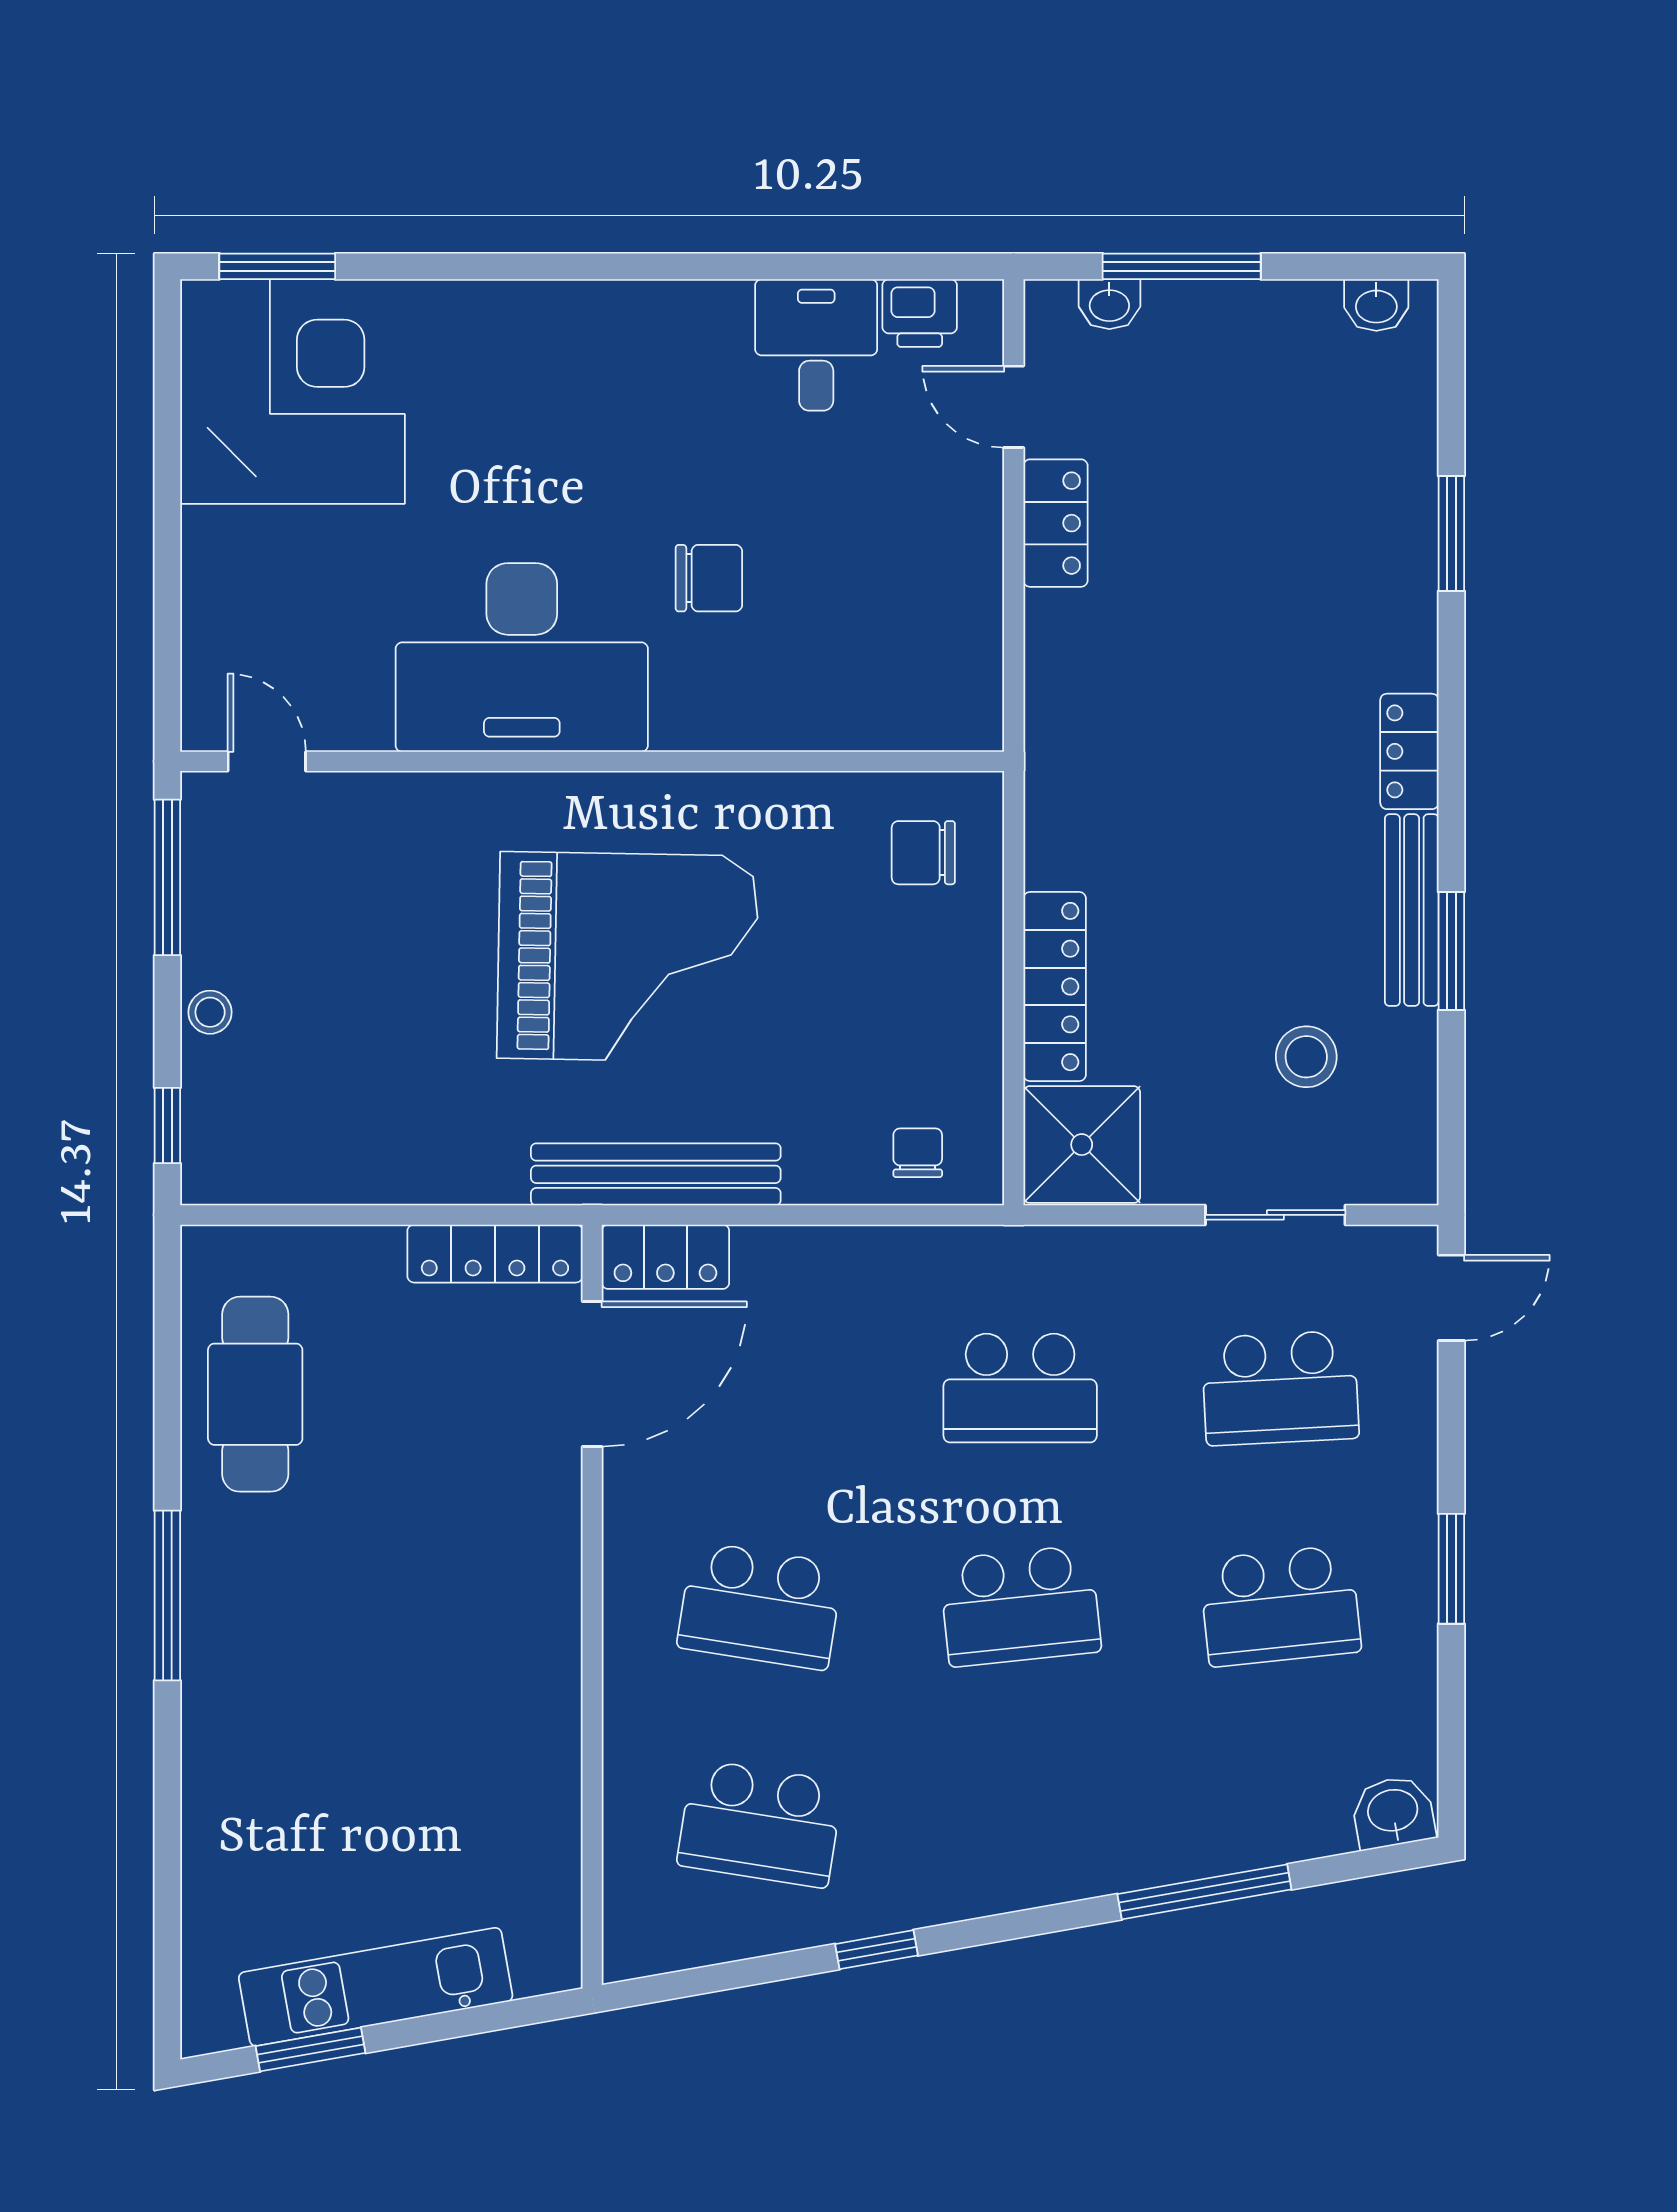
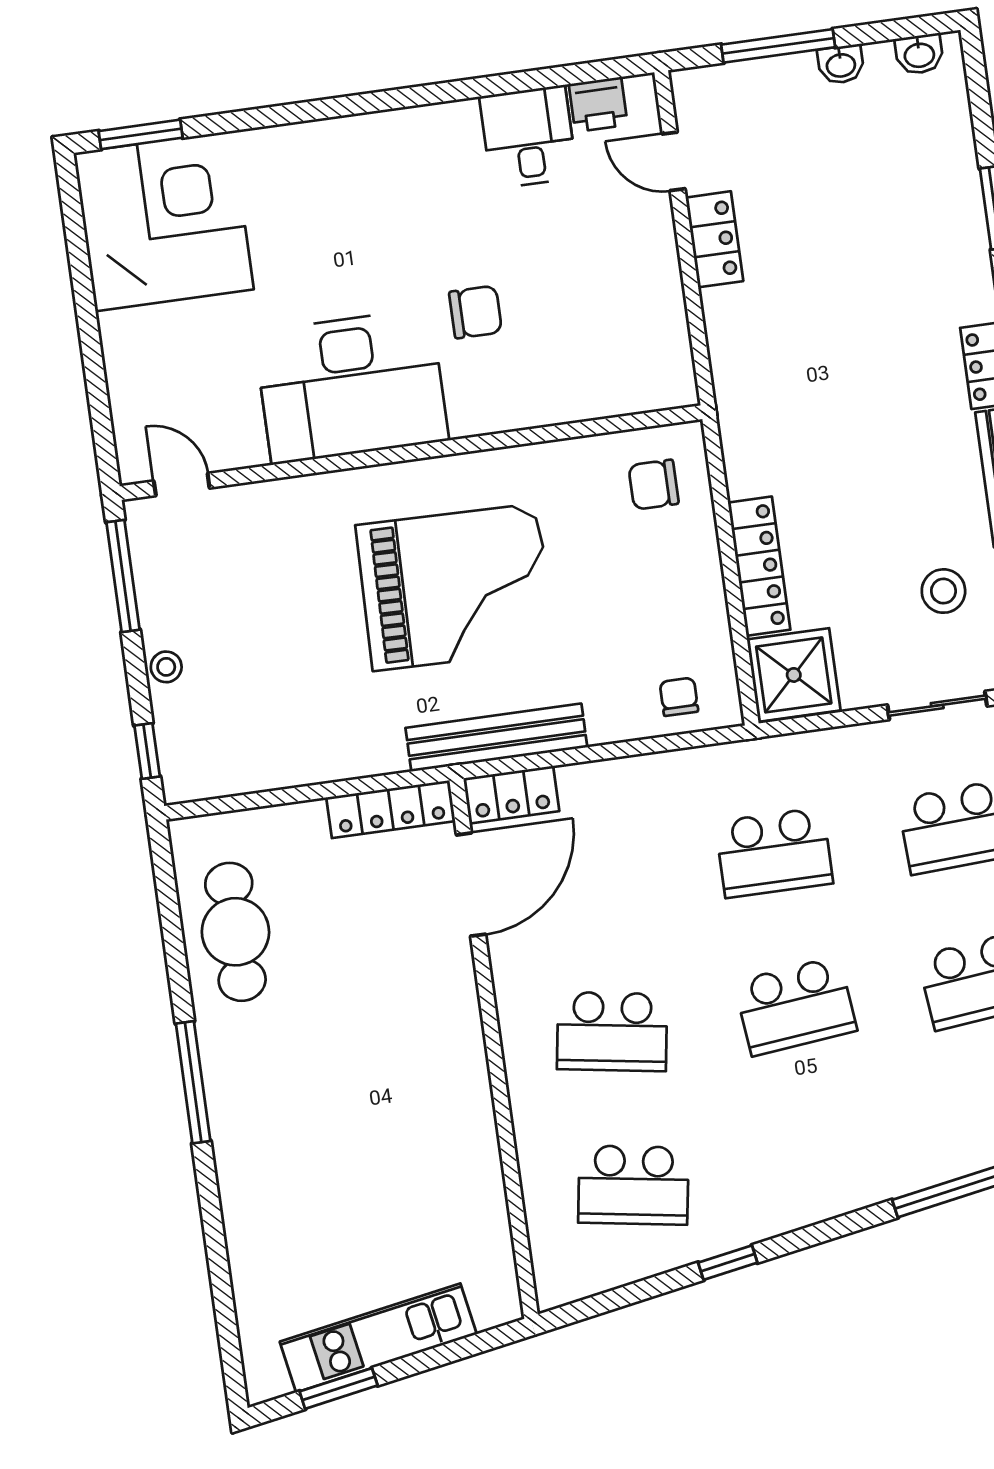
washbasin: (1109, 304) -> (841, 64), moved

